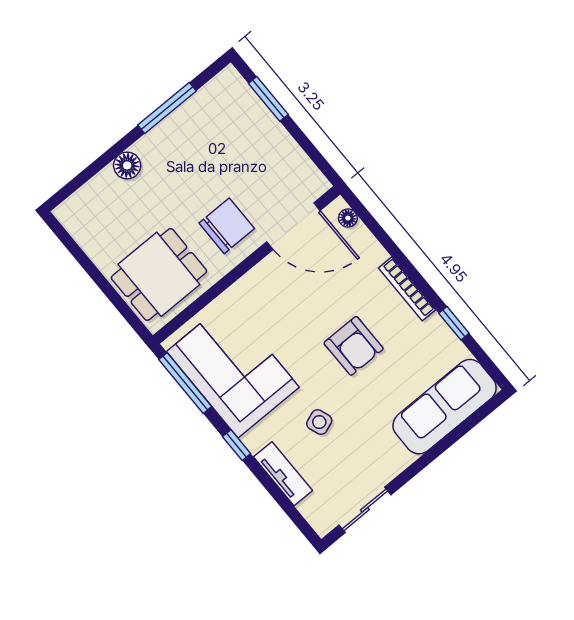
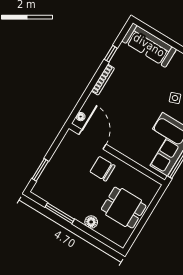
dining table: (159, 274) -> (124, 208), moved
armchair: (354, 346) -> (136, 95), removed

